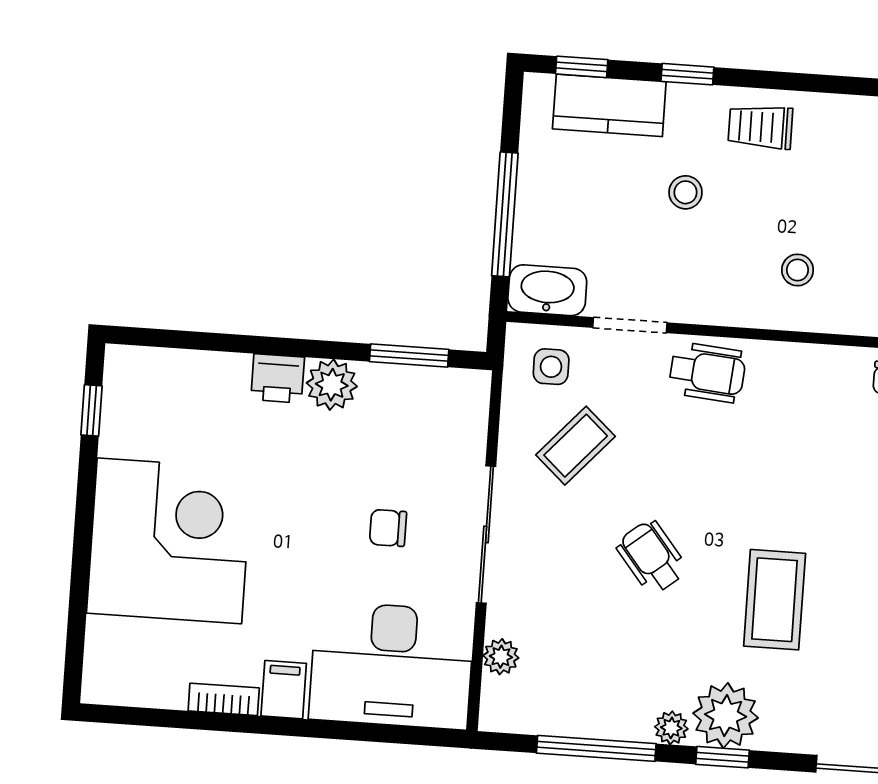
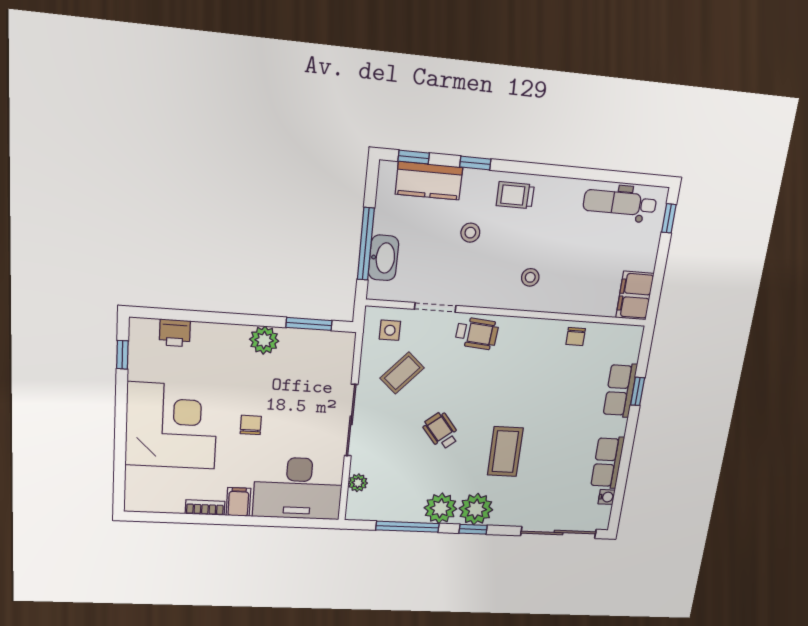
washbasin: (547, 290) -> (383, 258), moved, turned 90
printer: (278, 378) -> (175, 333), moved
chair: (388, 528) -> (251, 425), moved, turned 90
plant: (671, 728) -> (441, 508), width x1.87, depth x1.87

